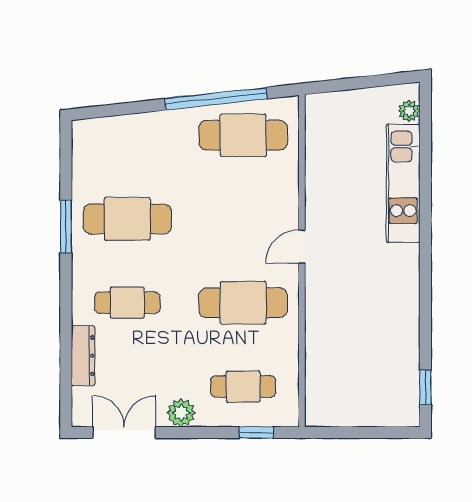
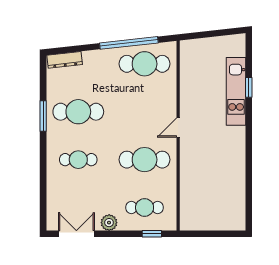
plant: (409, 111) -> (239, 50), removed
dresser: (83, 356) -> (65, 60), moved, turned 84
window: (425, 387) -> (249, 87), moved

